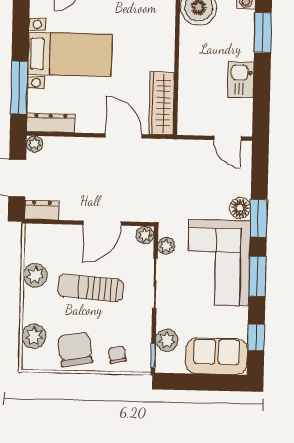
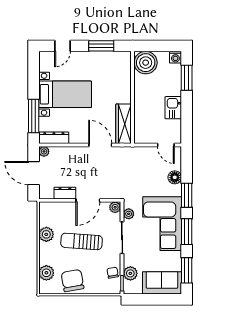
floor lamp: (240, 208) -> (175, 177), moved
dresser: (42, 210) -> (65, 193), moved
window: (256, 338) -> (187, 270), width x1.50
chair: (117, 355) -> (113, 273), moved

